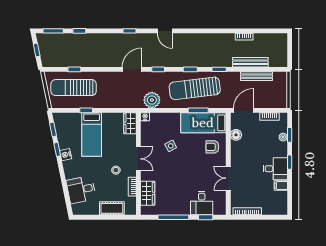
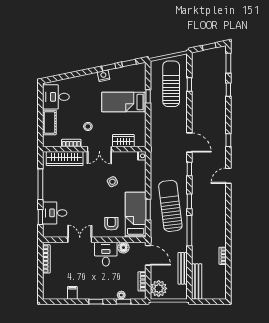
bench: (250, 62) -> (197, 281), moved
window: (219, 69) -> (189, 231), width x2.17
plant: (152, 100) -> (159, 288), moved
wardrobe: (130, 123) -> (123, 141), moved
desk: (275, 169) -> (106, 254), moved, turned 180
desk: (81, 190) -> (56, 97), moved, turned -78
wardrobe: (148, 193) -> (65, 159), width x1.50

